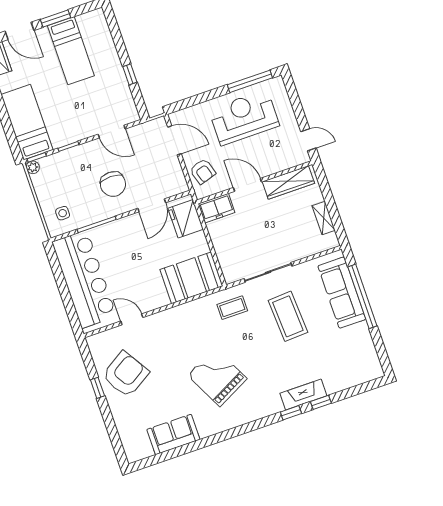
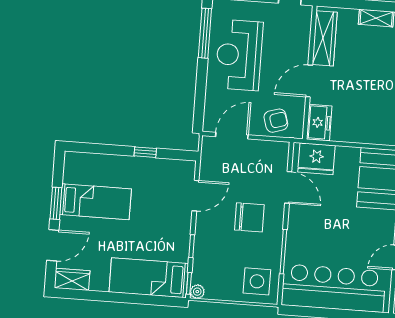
side table: (63, 213) -> (257, 281), width x1.87, depth x1.87

